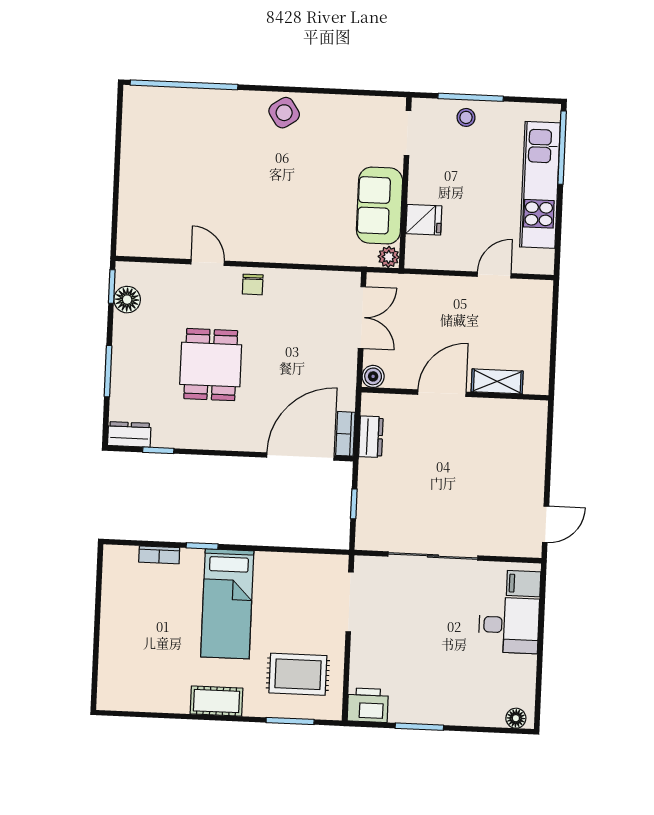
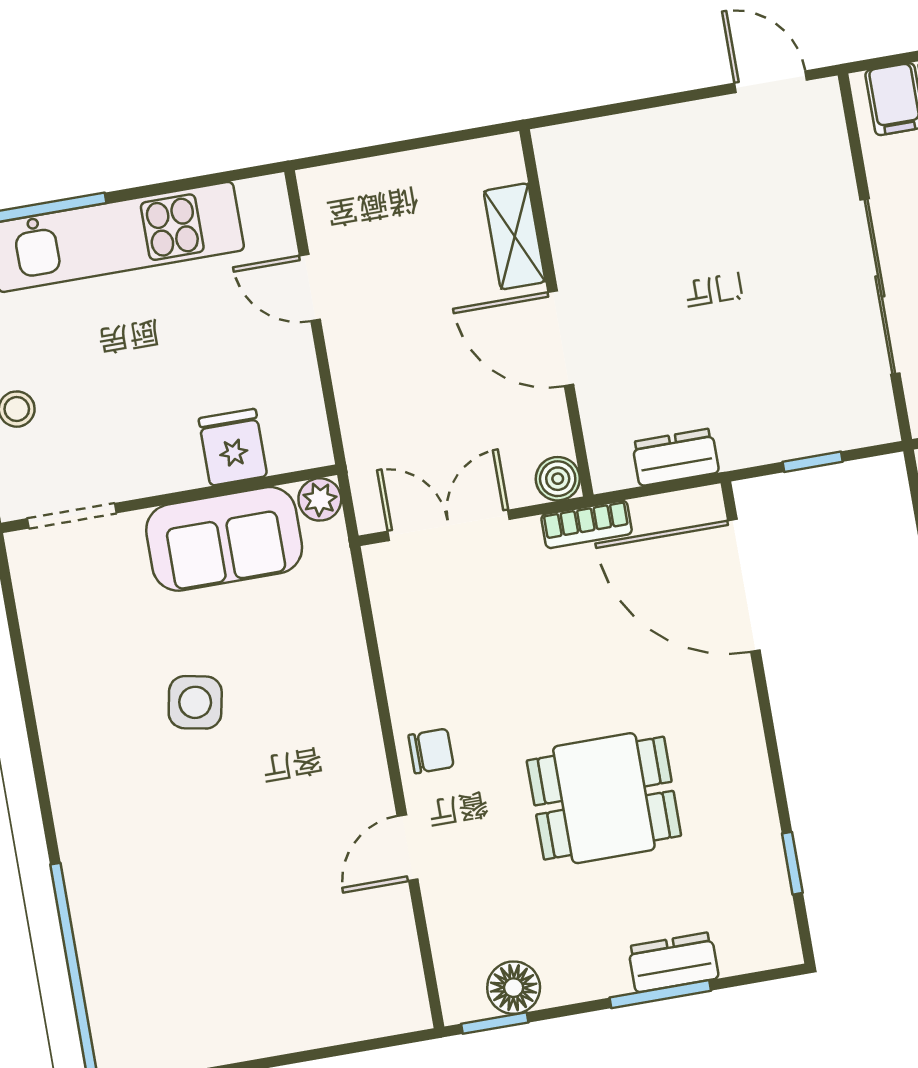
side table: (284, 113) -> (195, 702), moved, turned 45
dresser: (129, 434) -> (673, 962), moved, turned 90
bookcase: (345, 434) -> (587, 524), moved

